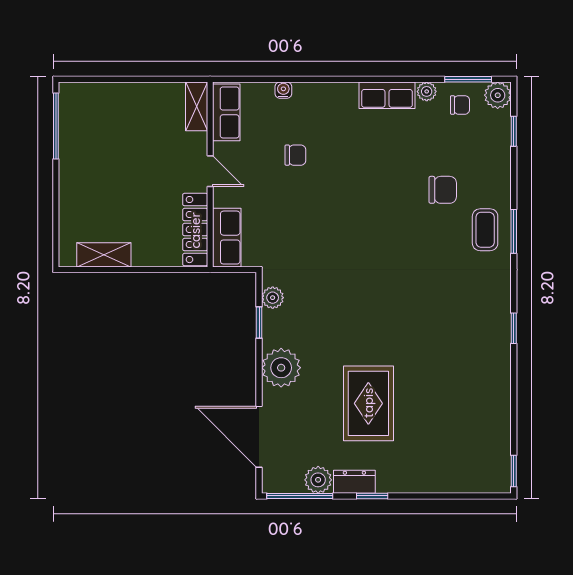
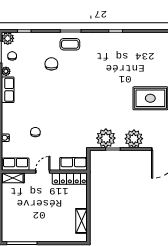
plant: (273, 298) -> (106, 138), width x1.87, depth x1.87

